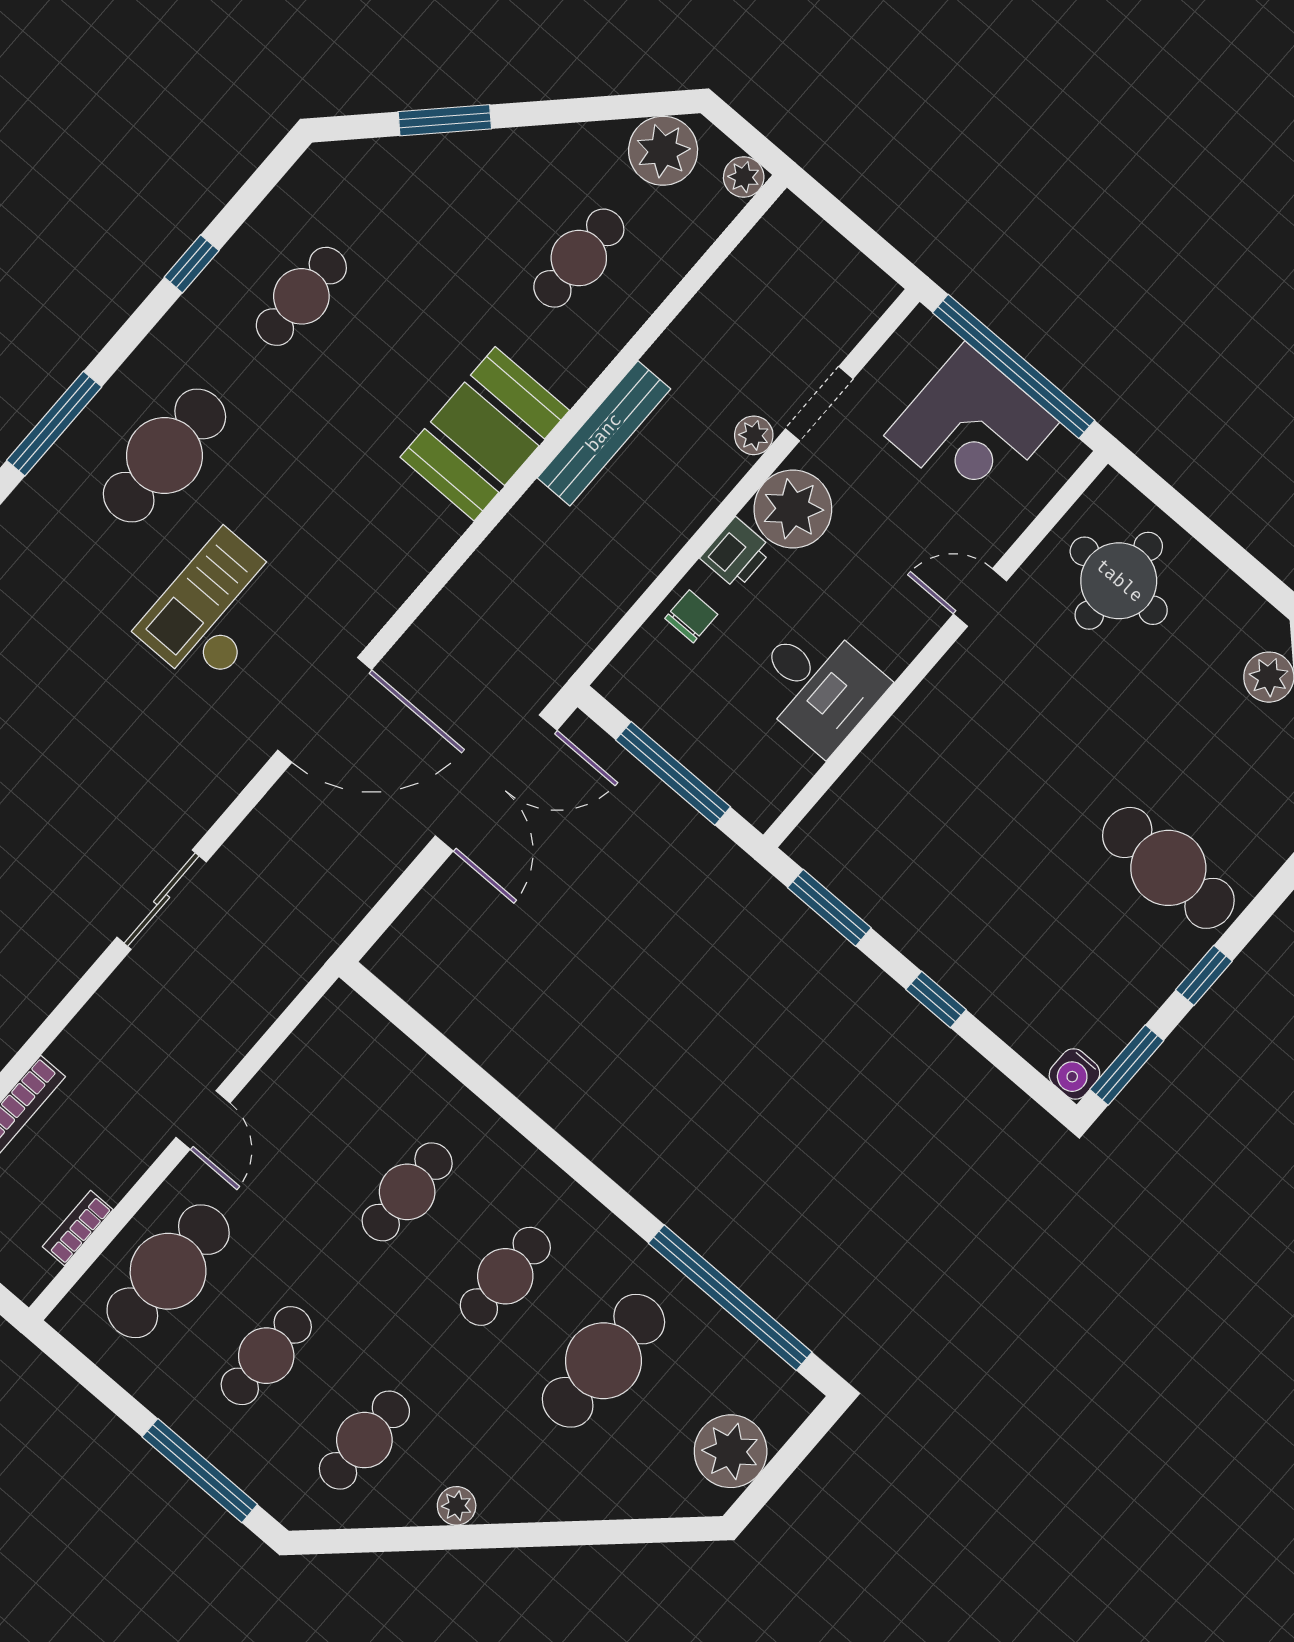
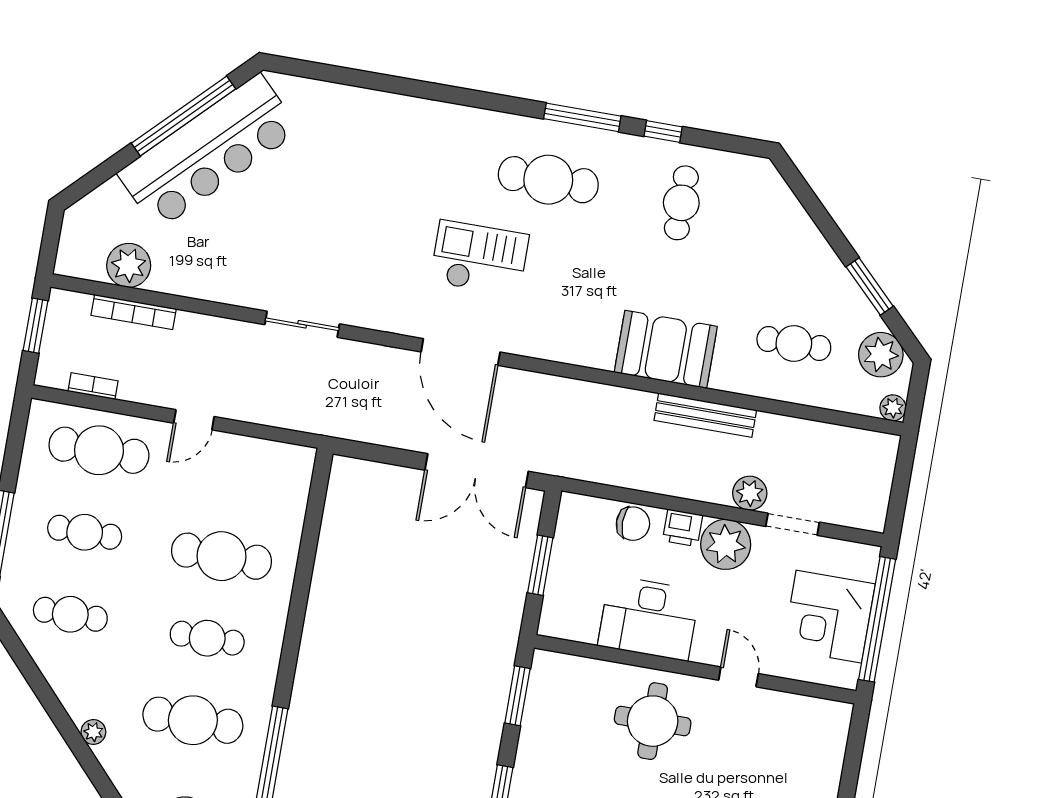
window: (445, 120) -> (870, 287), moved
cafe table: (301, 296) -> (681, 203), turned 90
window: (54, 424) -> (582, 117), moved
plant: (754, 435) -> (750, 493), width x1.38, depth x1.38
round table: (1119, 581) -> (653, 721), moved
chair: (691, 616) -> (633, 524), width x1.37, depth x1.37
desk: (817, 685) -> (649, 618), width x1.37
window: (673, 773) -> (540, 565), width x0.69
cafe table: (407, 1192) -> (222, 556), width x1.37, depth x1.35
plant: (457, 1506) -> (93, 732), moved

